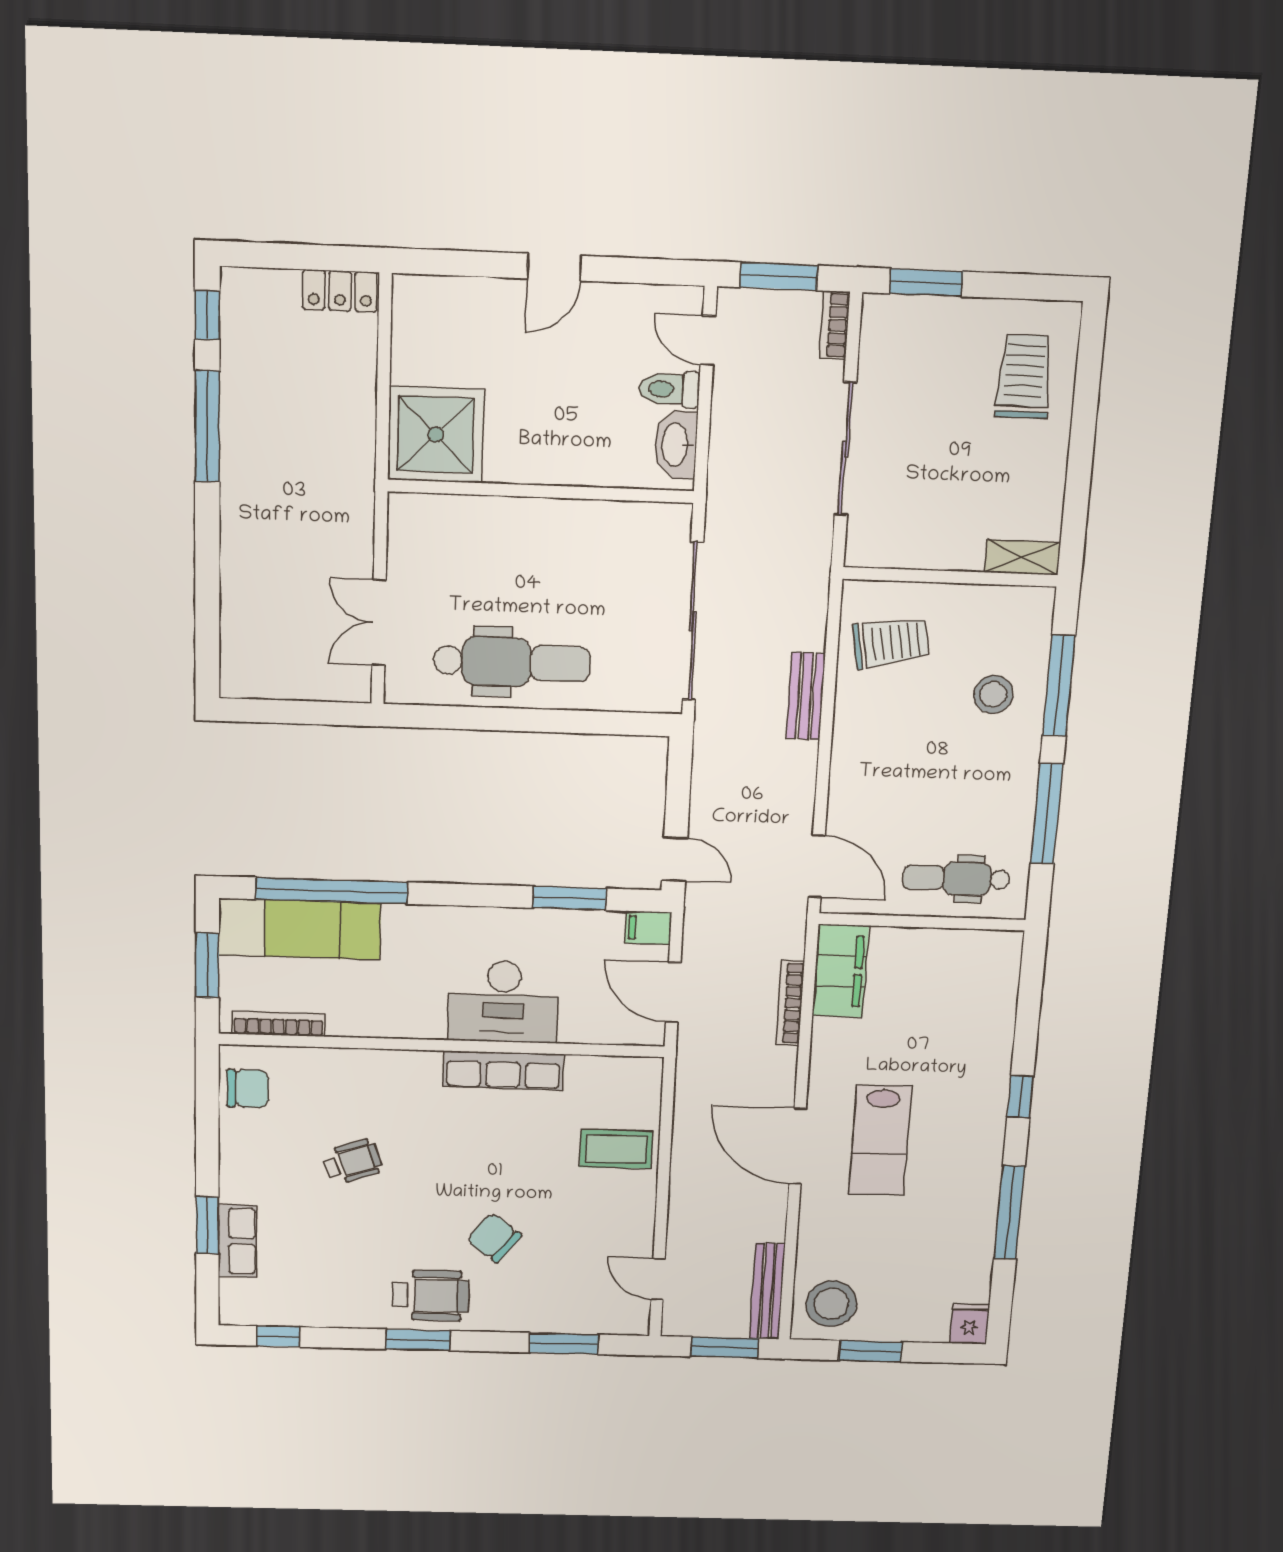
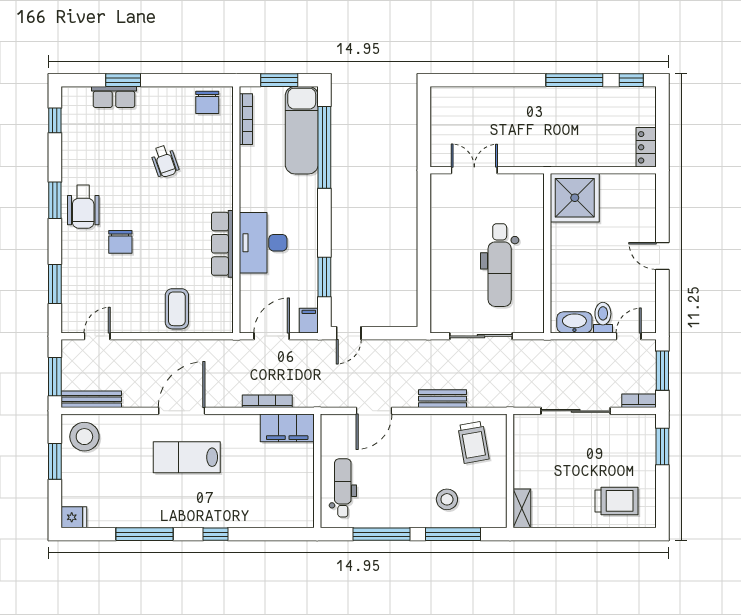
sliding door: (693, 621) -> (481, 336), width x0.73
dental chair: (512, 662) -> (500, 265), moved
door: (817, 866) -> (374, 411), moved
chair: (494, 1238) -> (120, 242), turned 142

